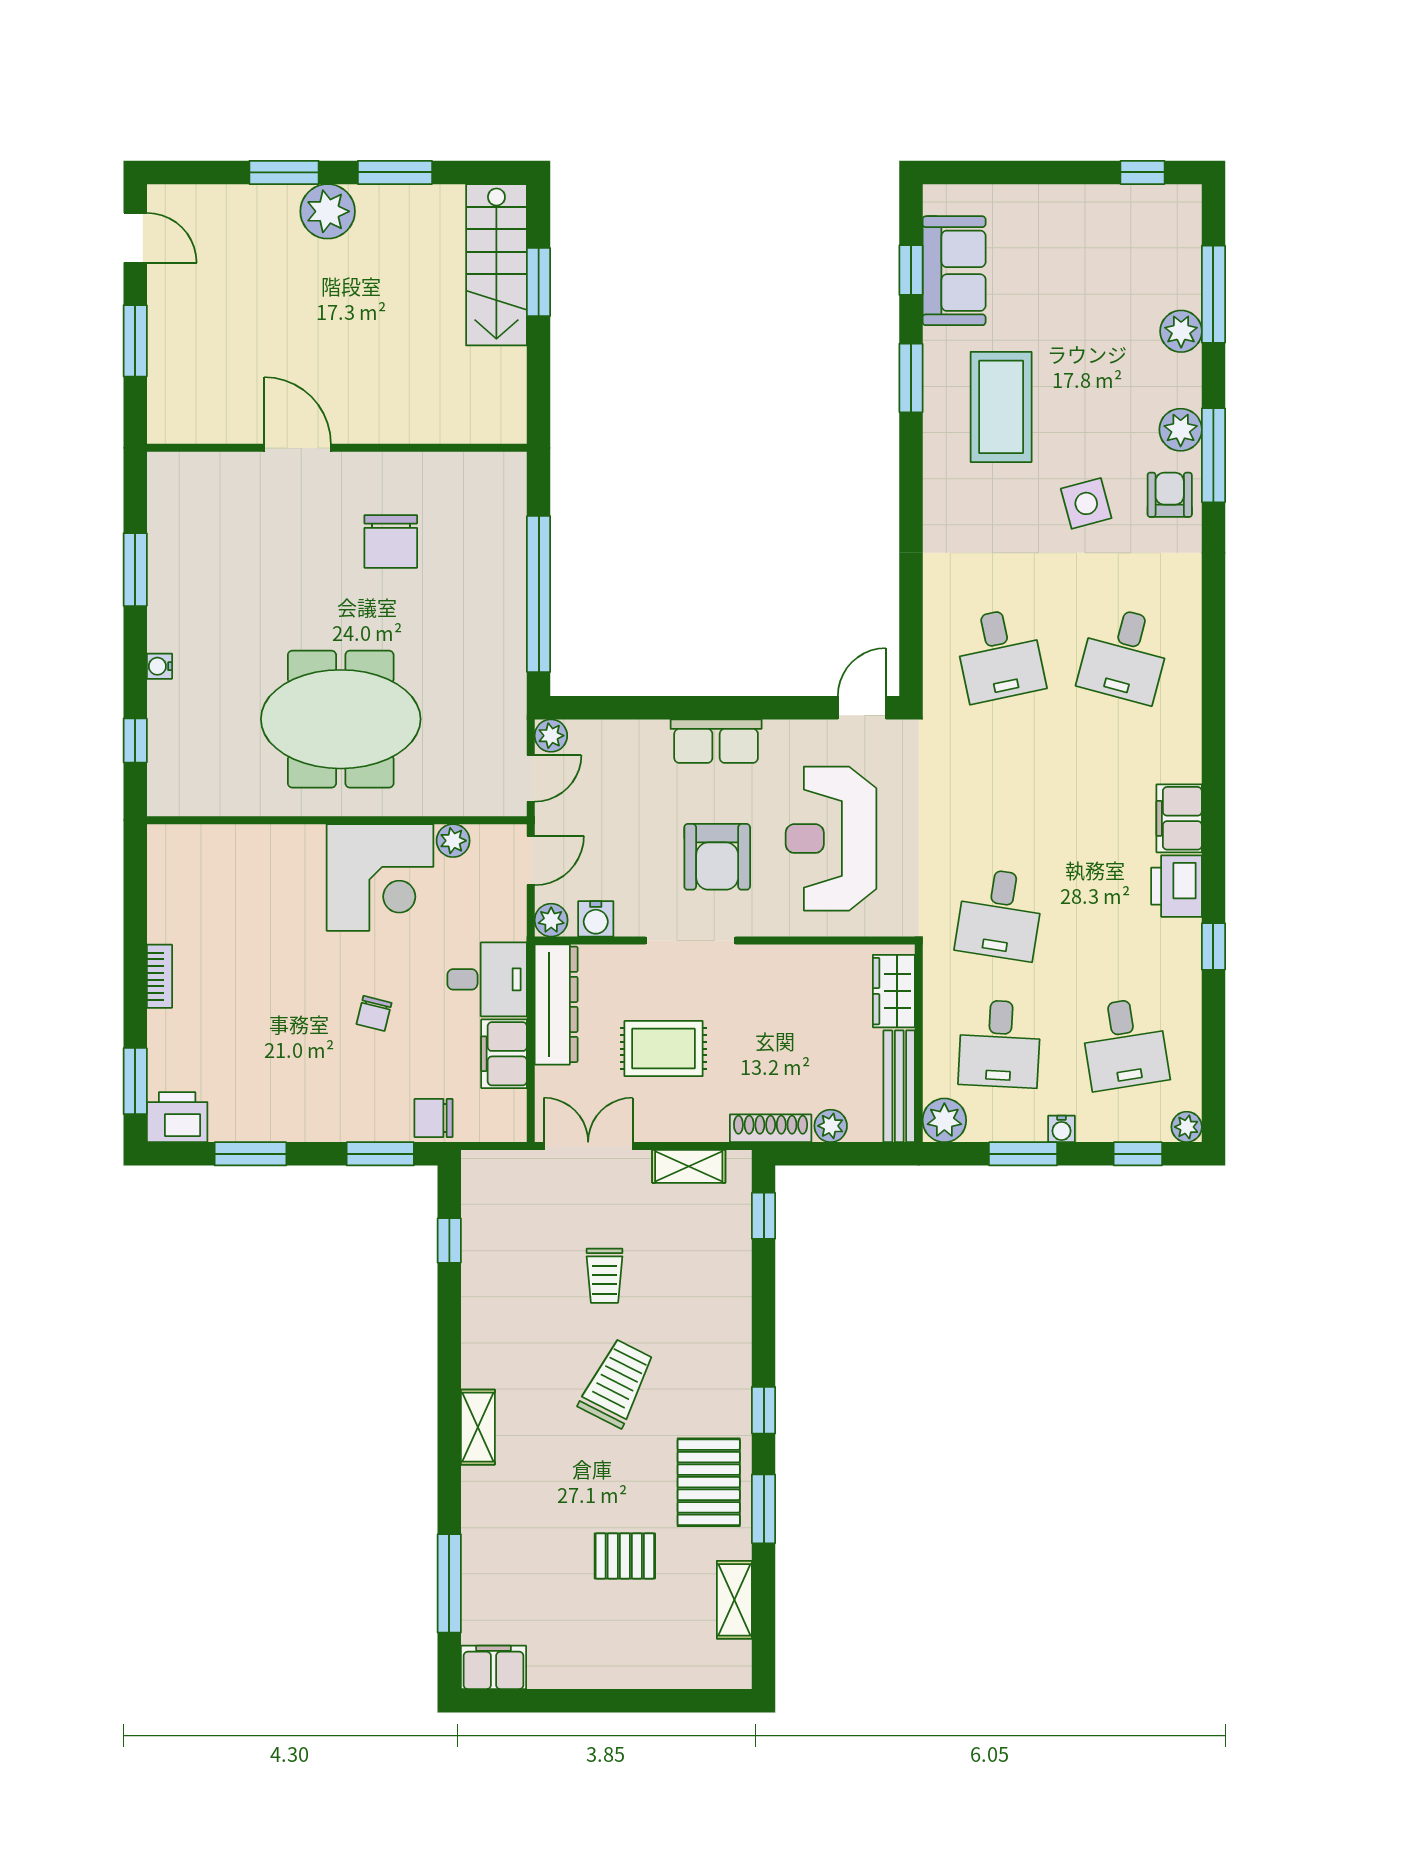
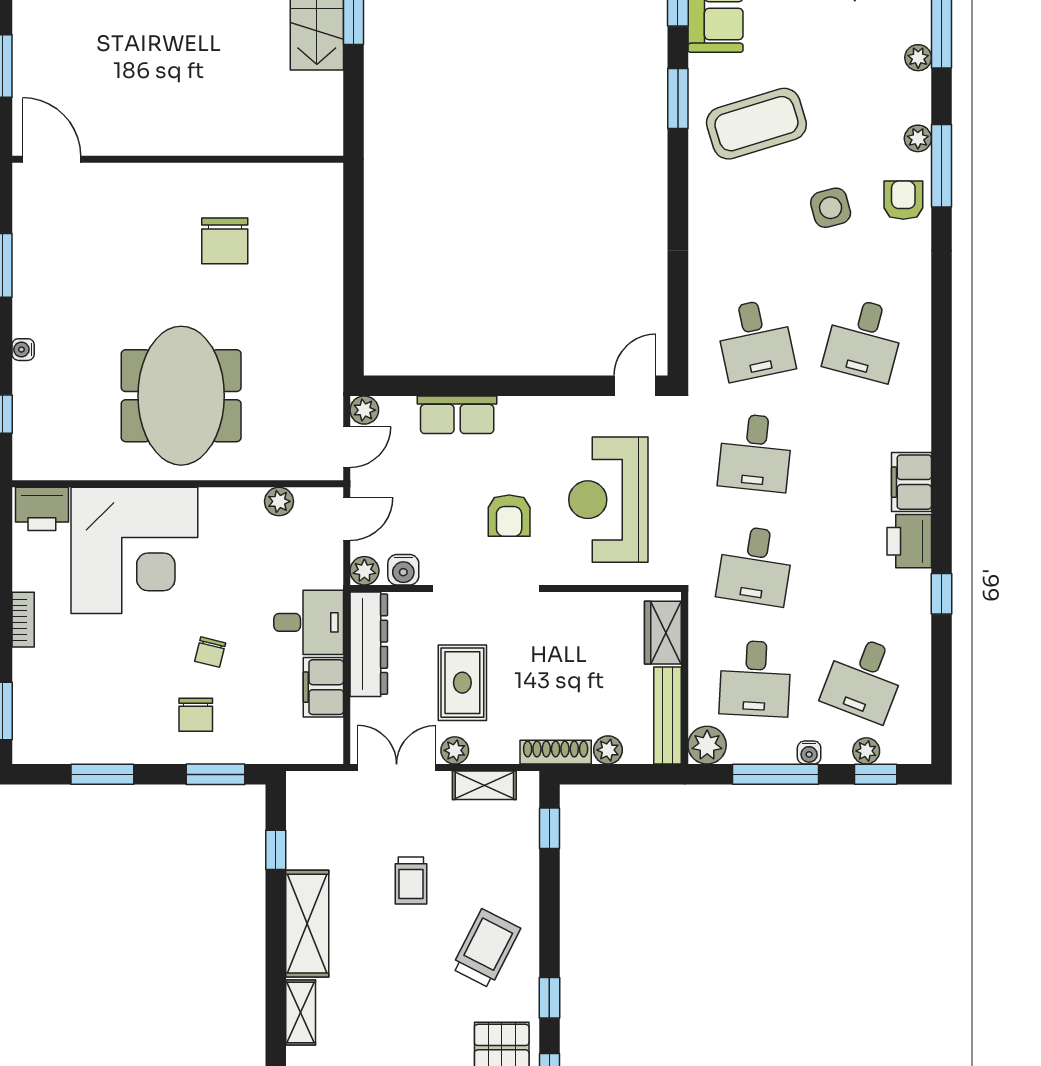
plant: (1181, 331) -> (918, 58), width x0.73, depth x0.73
coffee table: (1001, 407) -> (756, 124), turned 73
plant: (1181, 430) -> (918, 138), width x0.73, depth x0.73
door: (297, 448) -> (52, 159), moved
window: (539, 594) -> (353, 287), removed
meeting table: (341, 719) -> (181, 396), turned 90
row of seats: (716, 741) -> (457, 415), moved
desk: (1000, 784) -> (755, 453), added
armchair: (717, 857) -> (509, 516), width x0.72, depth x0.72
corner desk: (380, 877) -> (134, 550), moved, width x1.36, depth x1.36
doorway: (691, 940) -> (486, 588), width x1.36
desk: (1125, 1044) -> (864, 678), turned 30
rug: (664, 1049) -> (462, 683), turned 90
printer: (177, 1117) -> (42, 509), moved, turned 180
chair: (434, 1118) -> (196, 715), moved, turned -90
plant: (655, 1126) -> (455, 750), added
plant: (1187, 1127) -> (866, 751), moved
window: (1023, 1154) -> (776, 774), width x1.44
shelving: (486, 1325) -> (307, 924), added
trolley: (617, 1383) -> (486, 948), moved

